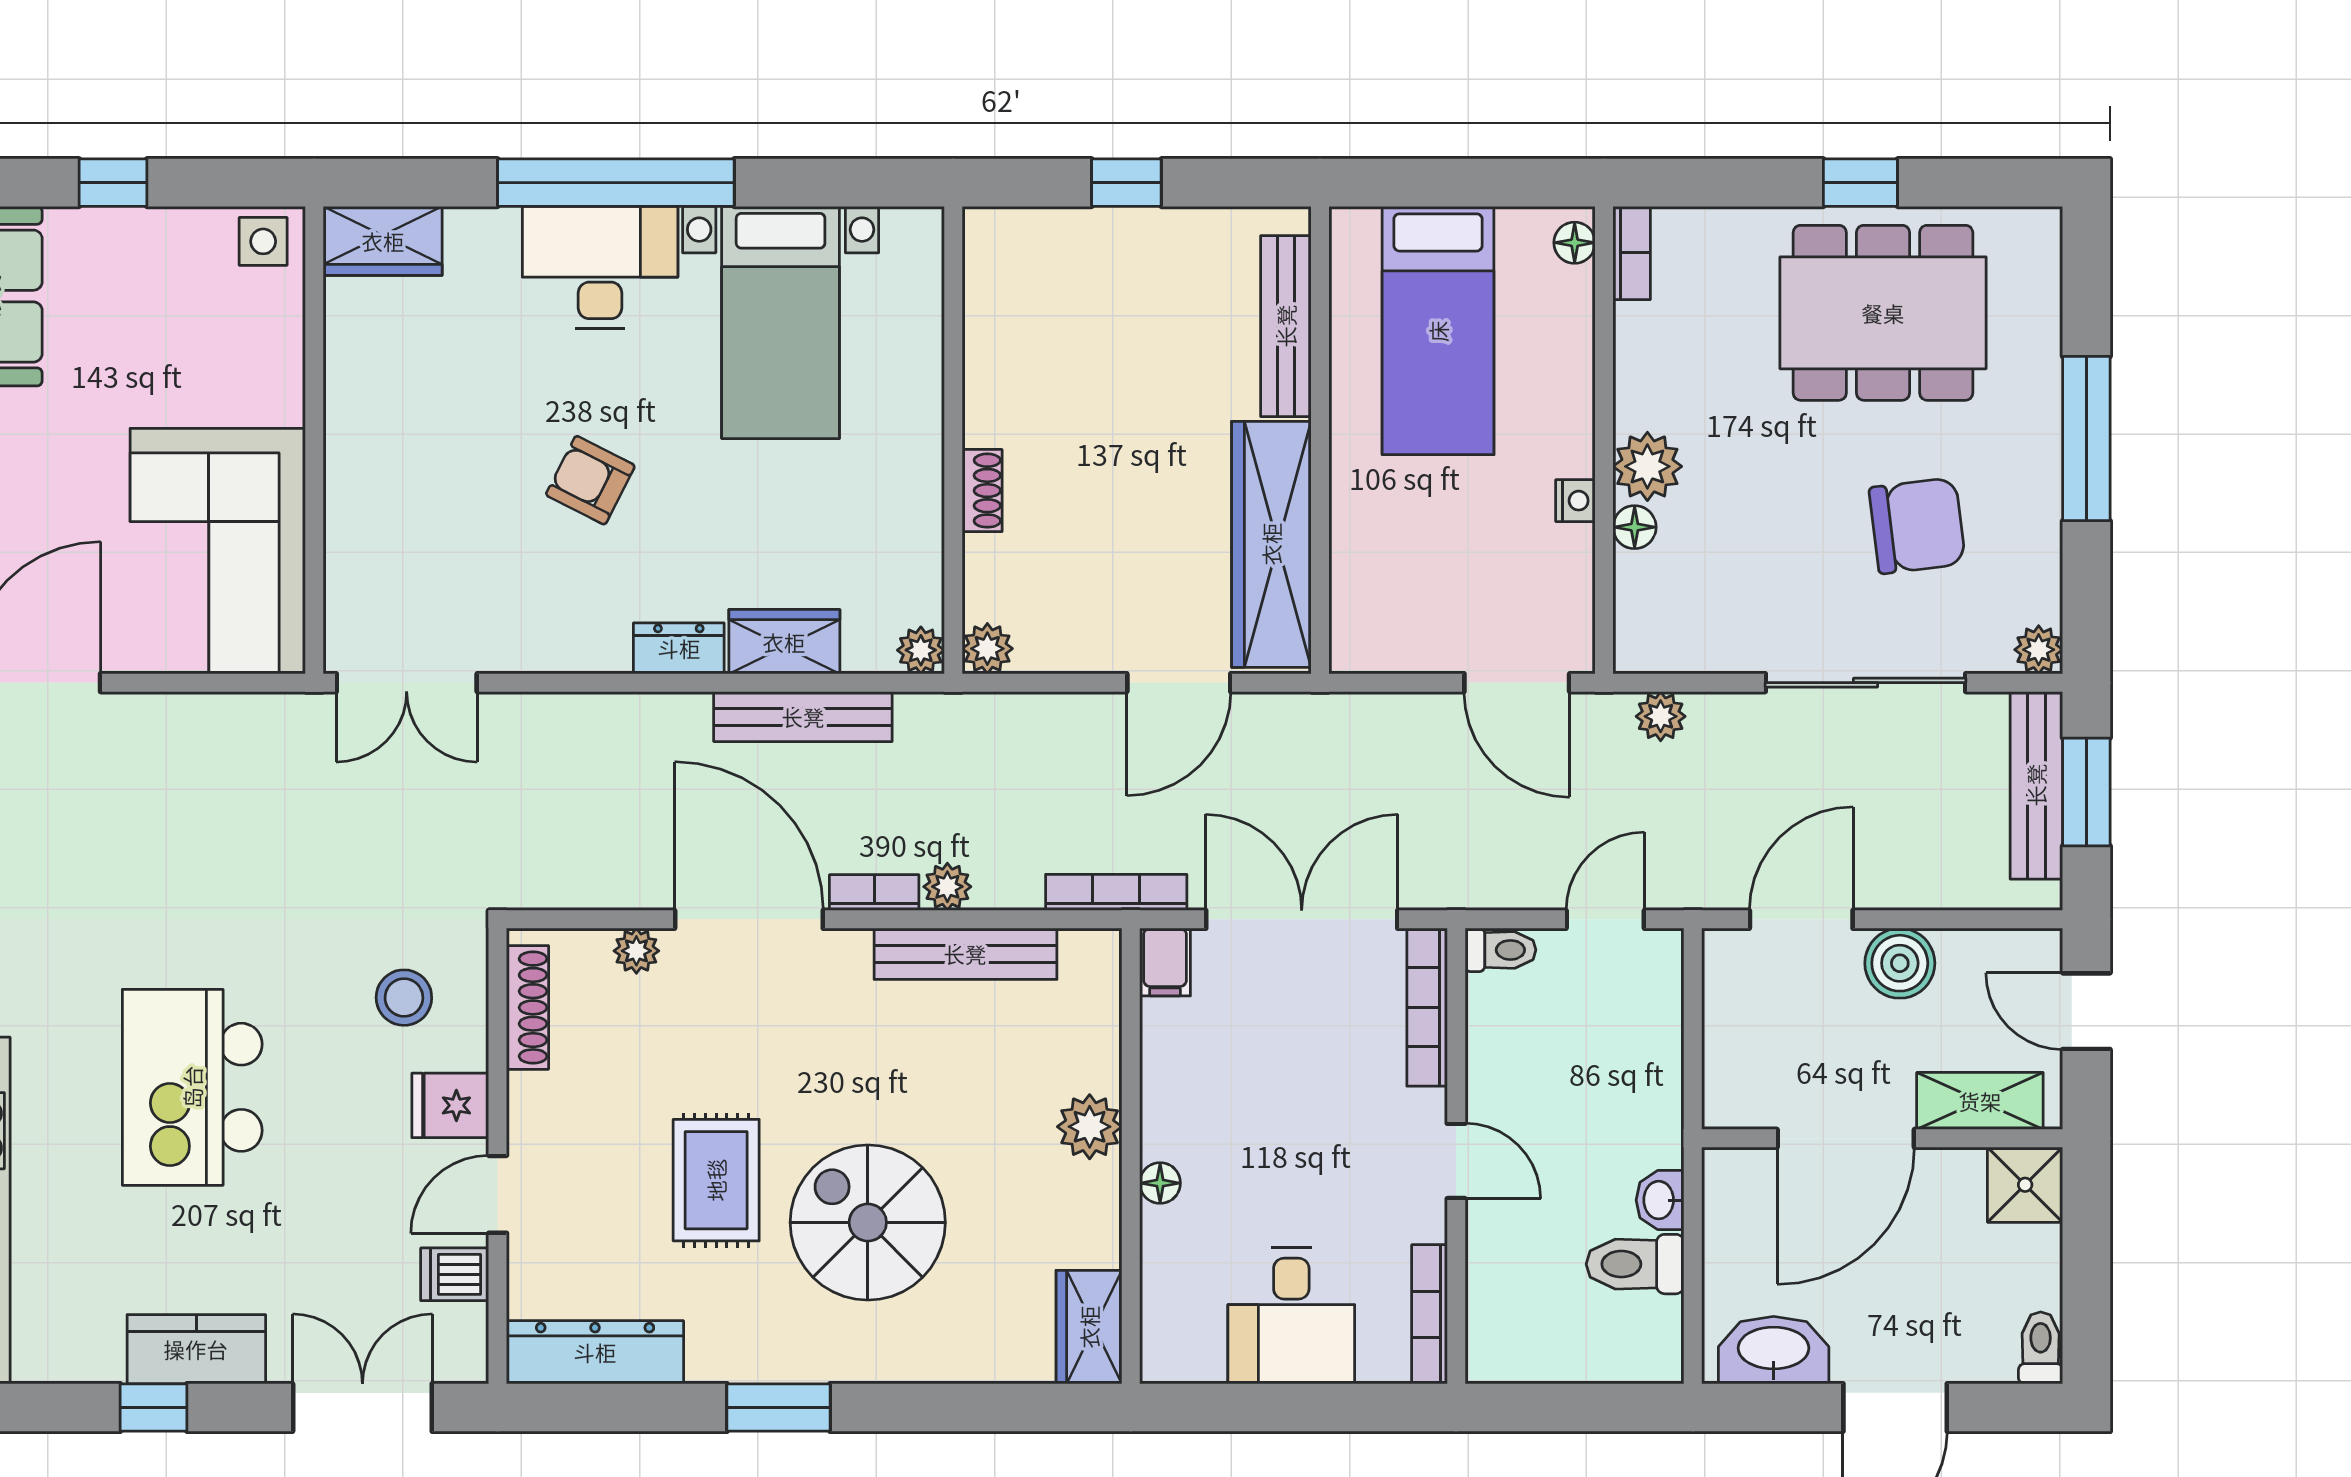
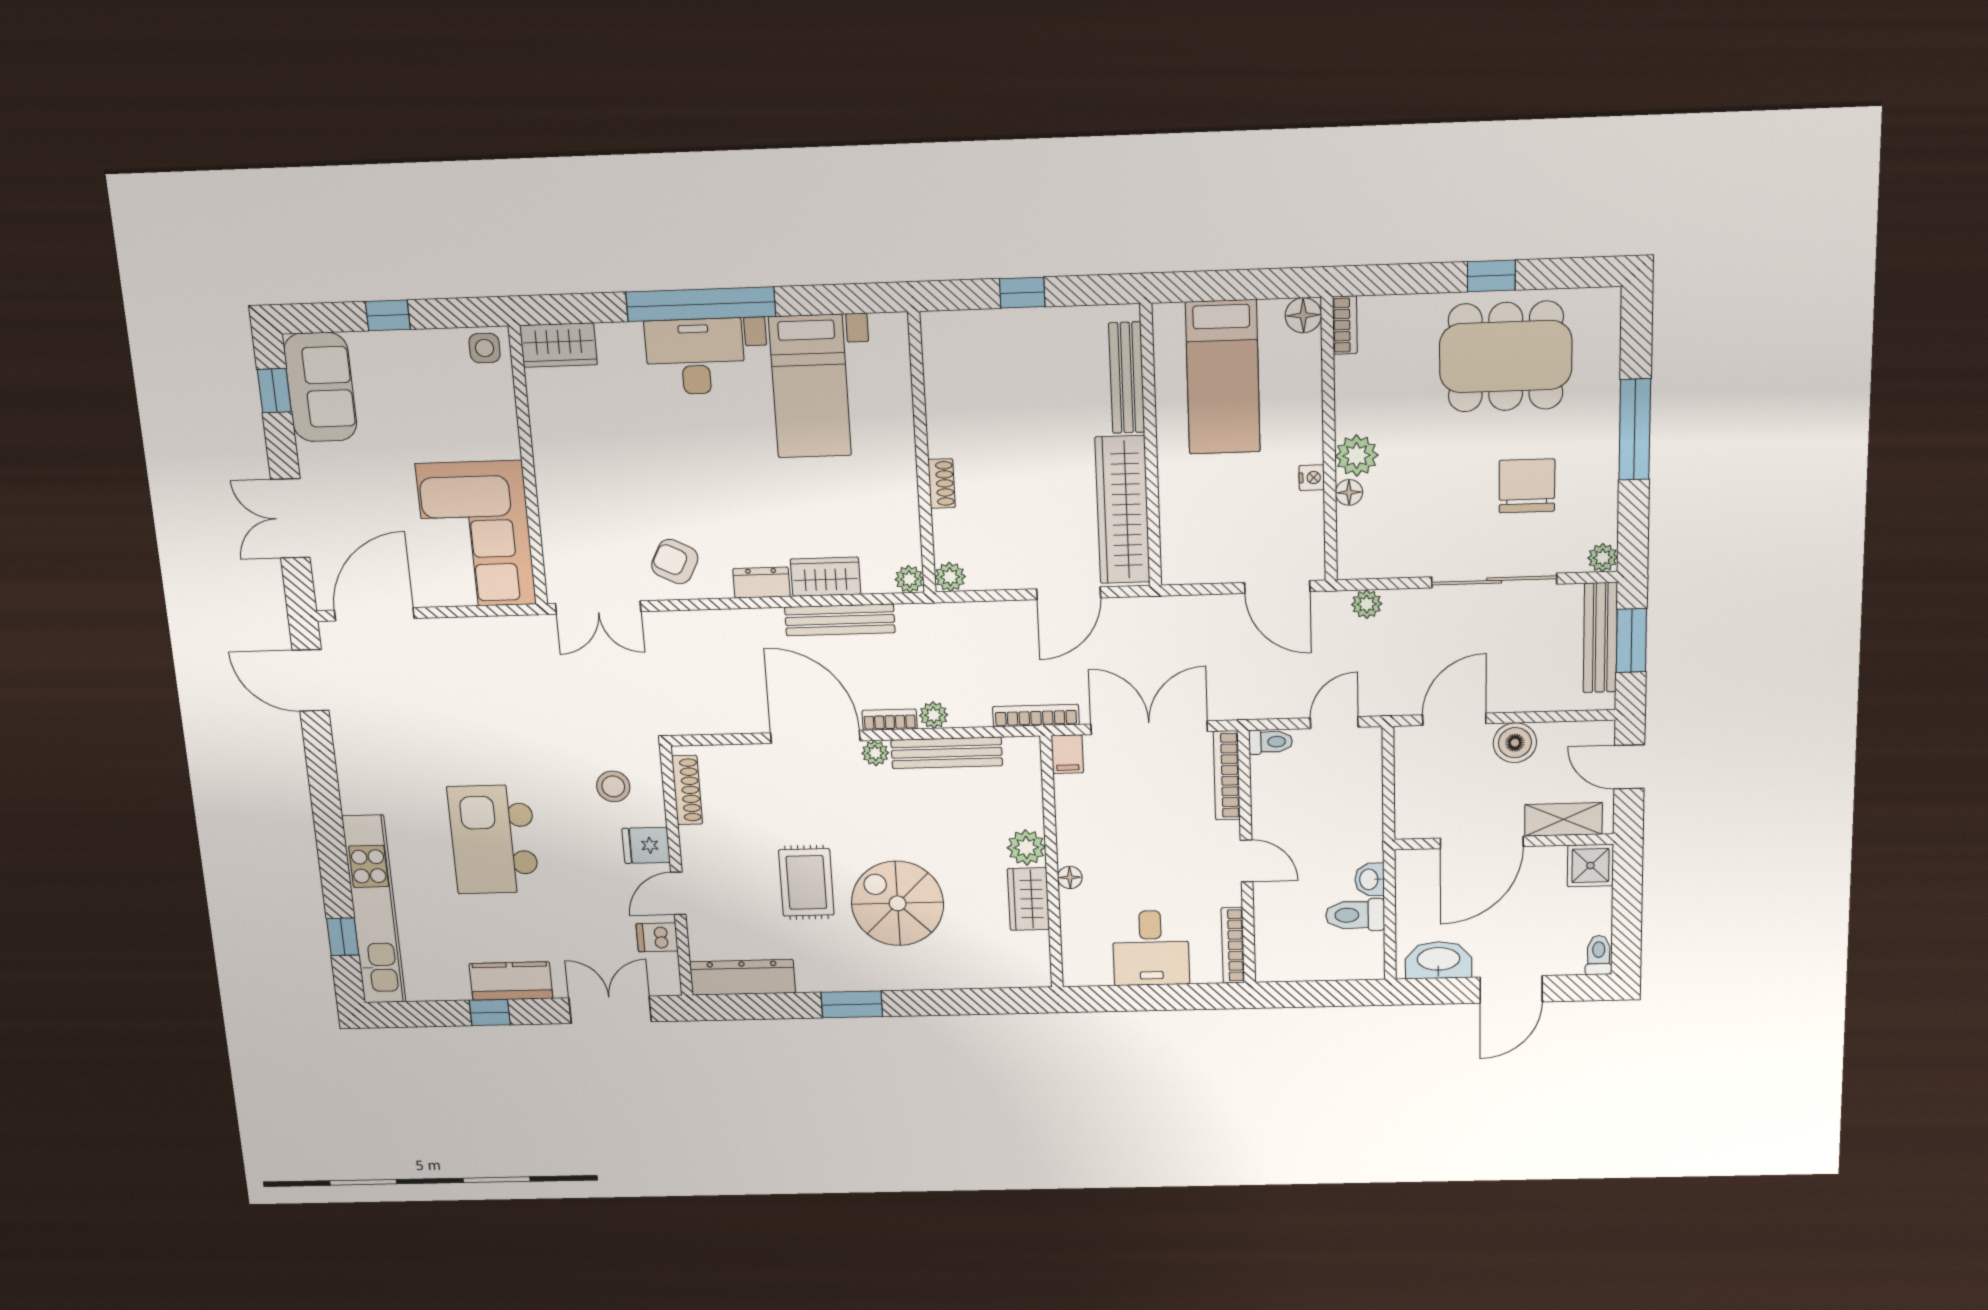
floor lamp: (1575, 243) -> (1303, 315), width x1.37, depth x1.37
armchair: (590, 480) -> (675, 562), moved
chair: (1917, 526) -> (1527, 486), turned -83
plant: (636, 951) -> (875, 753), moved
wardrobe: (1089, 1327) -> (1028, 899), moved

